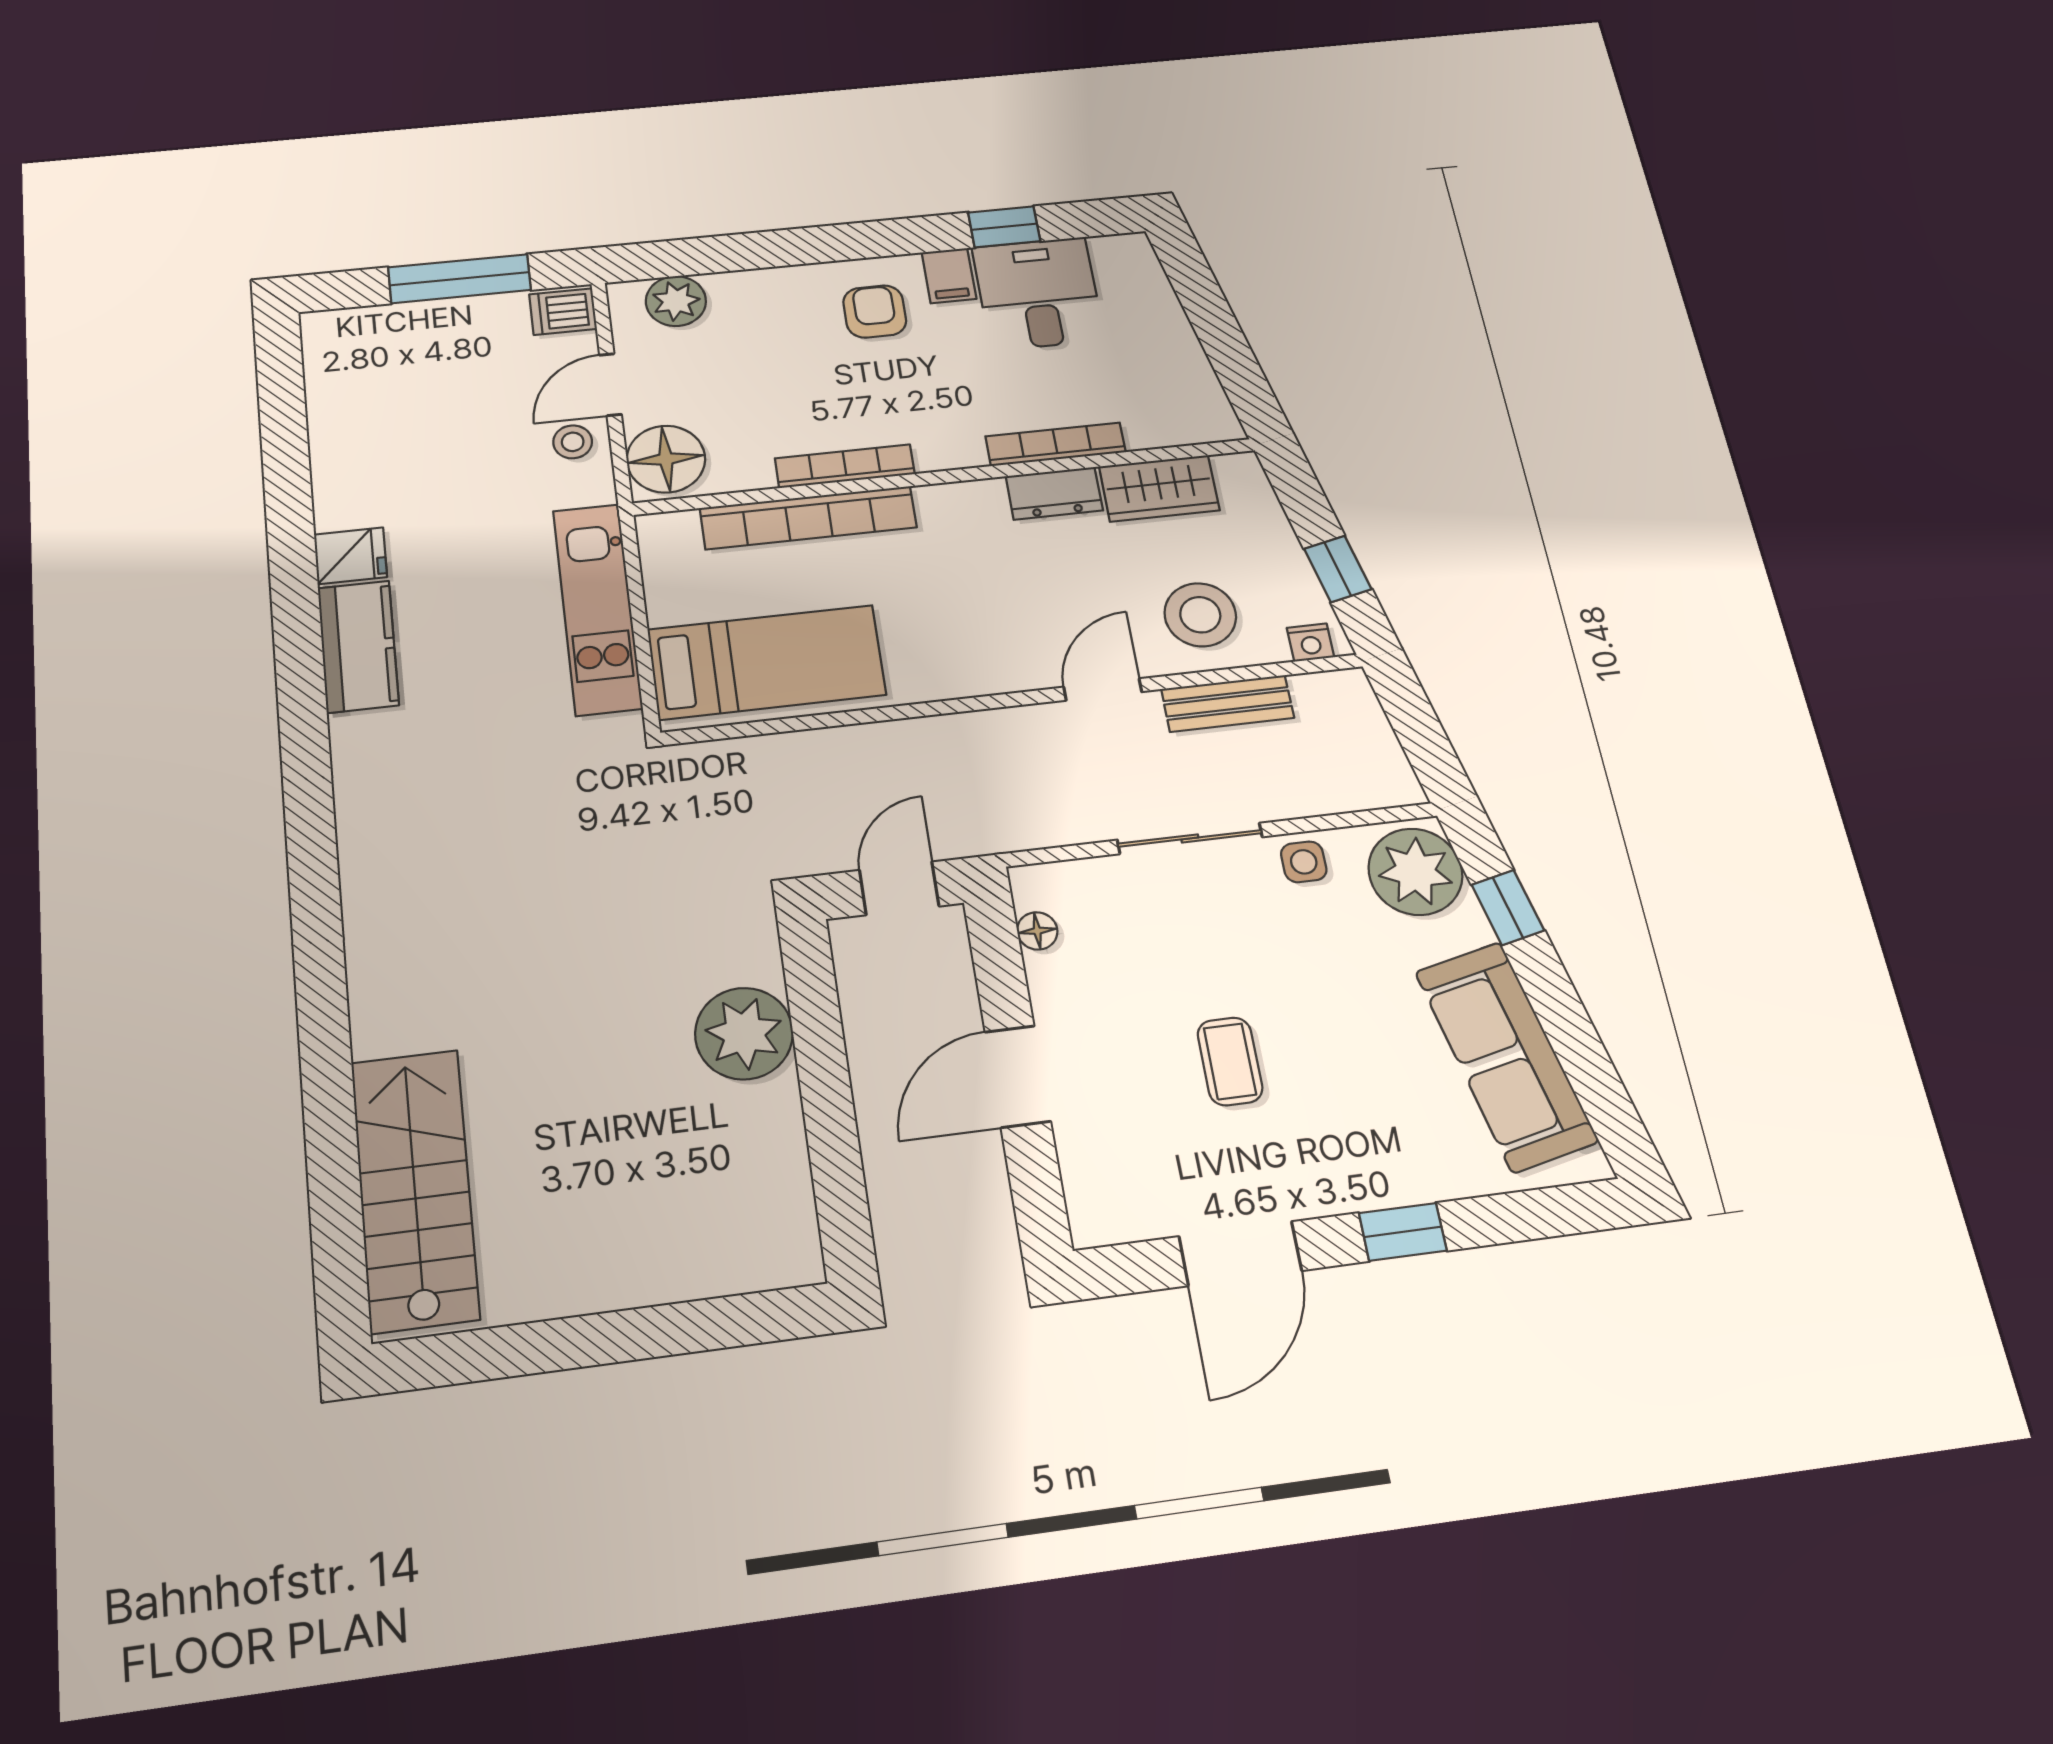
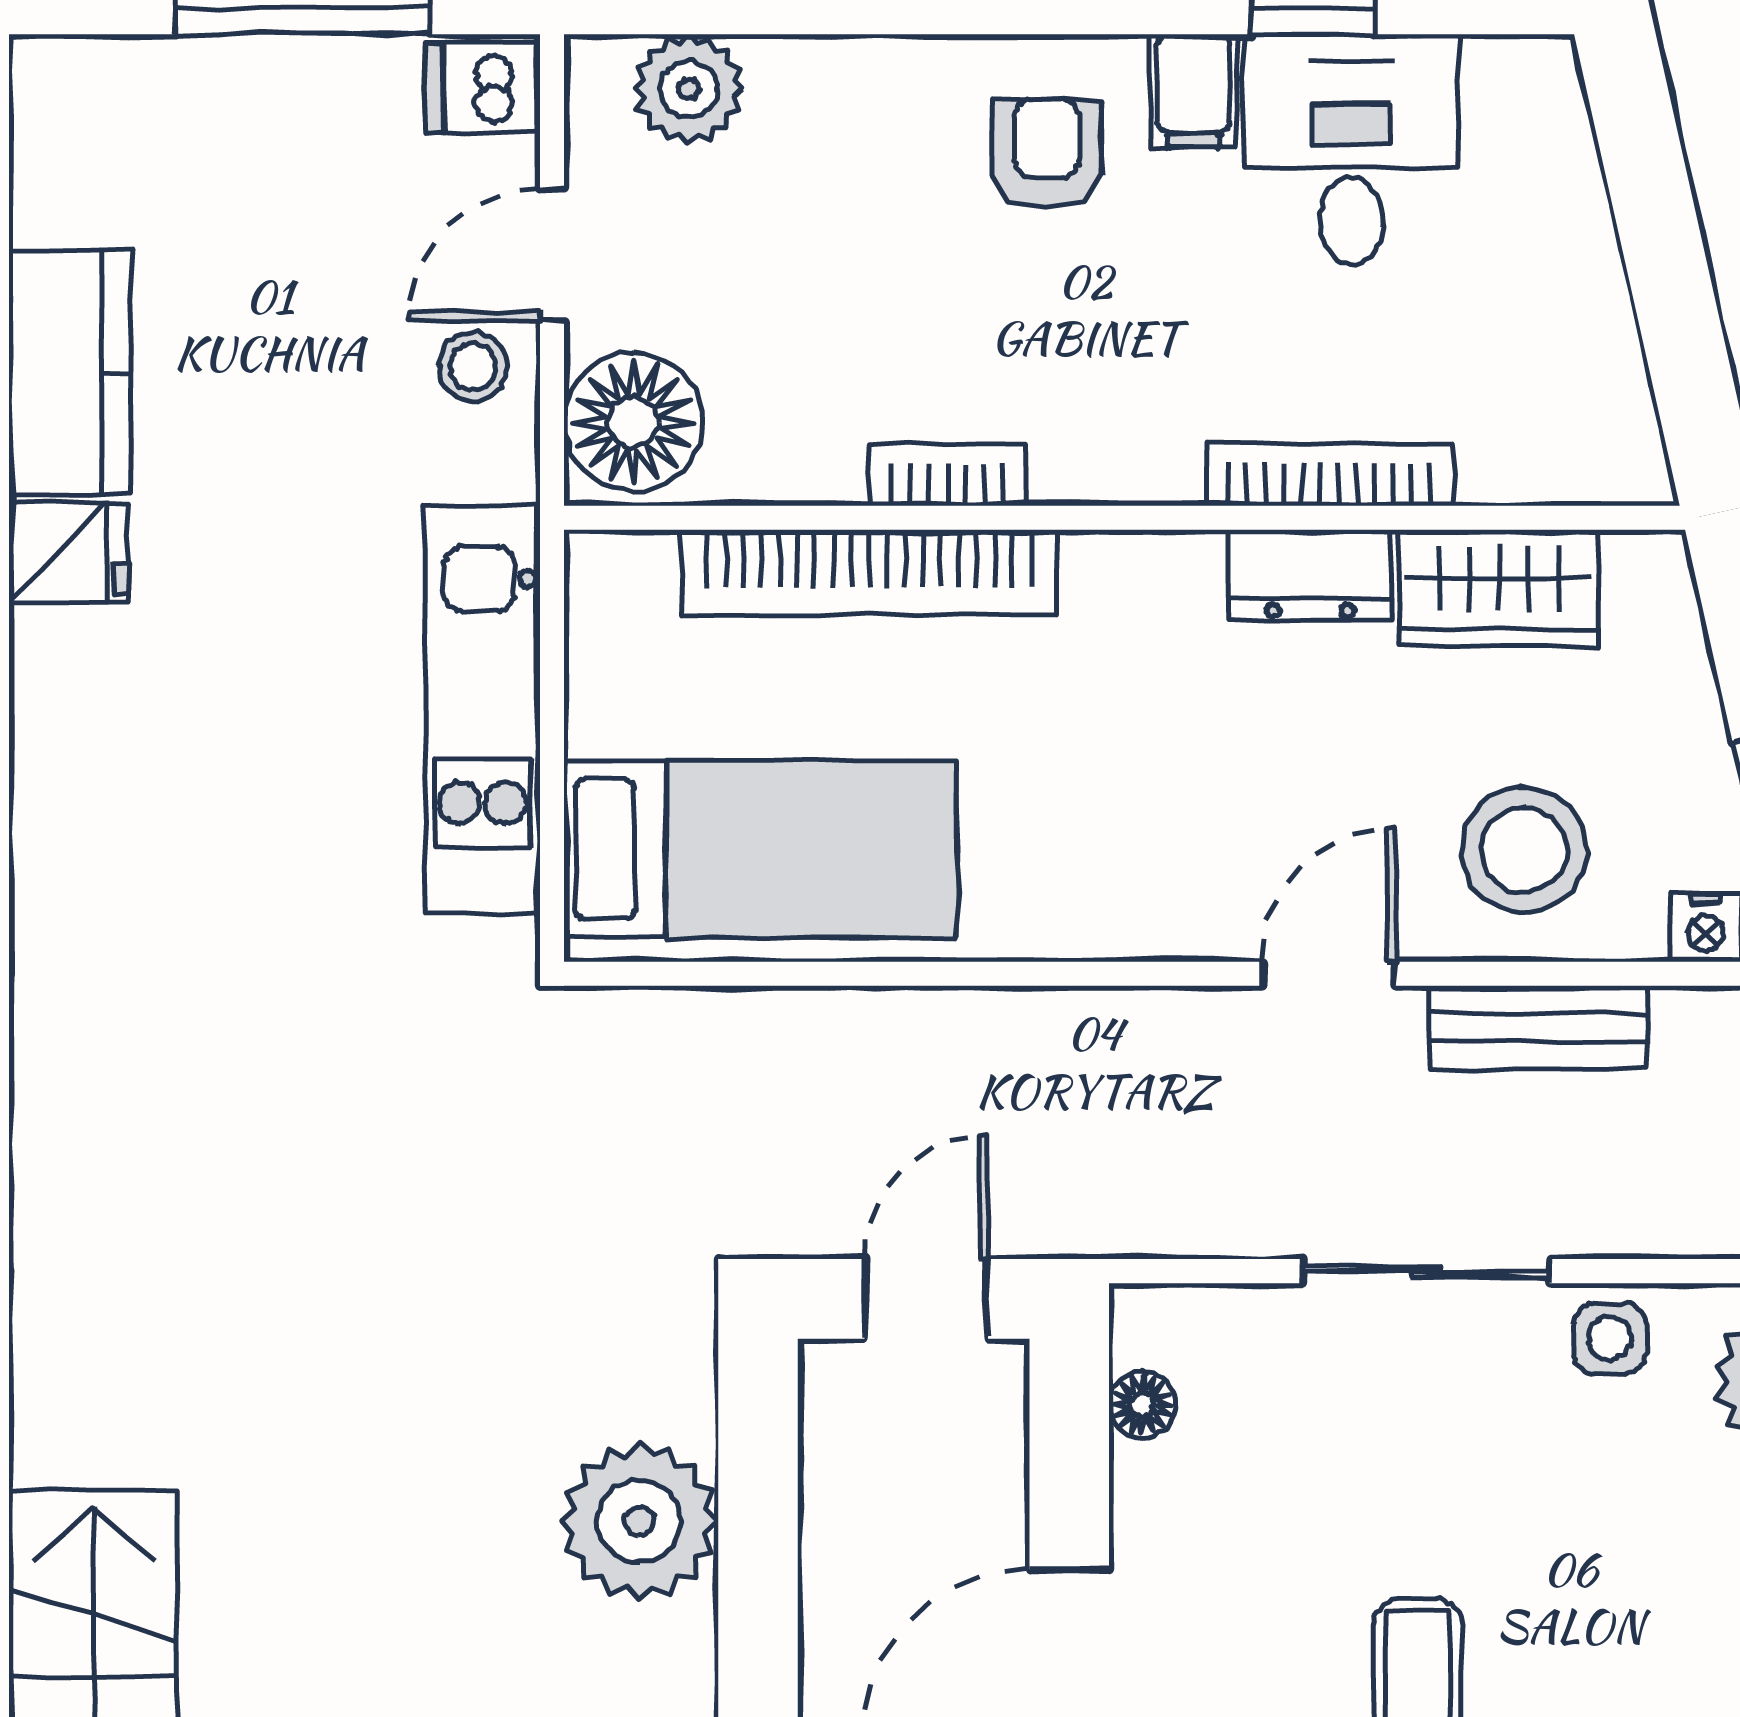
bookcase: (845, 466) -> (947, 475), width x0.64
kitchen counter: (358, 646) -> (70, 372), moved

